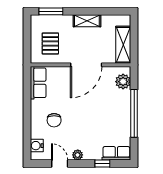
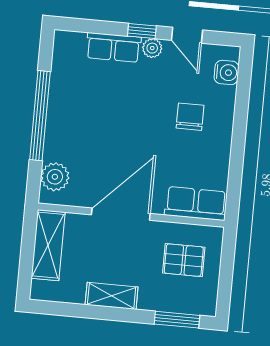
pallet: (50, 43) -> (184, 260), turned 90
row of seats: (38, 83) -> (196, 203), moved, turned 90
row of seats: (116, 153) -> (113, 47), moved
window: (102, 164) -> (142, 31), moved

